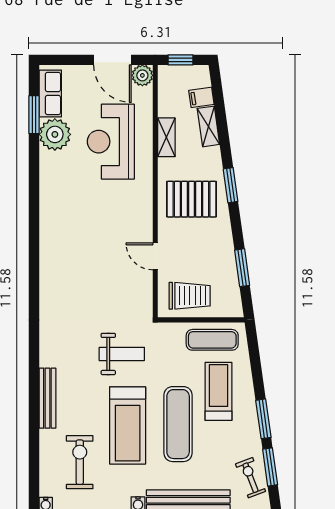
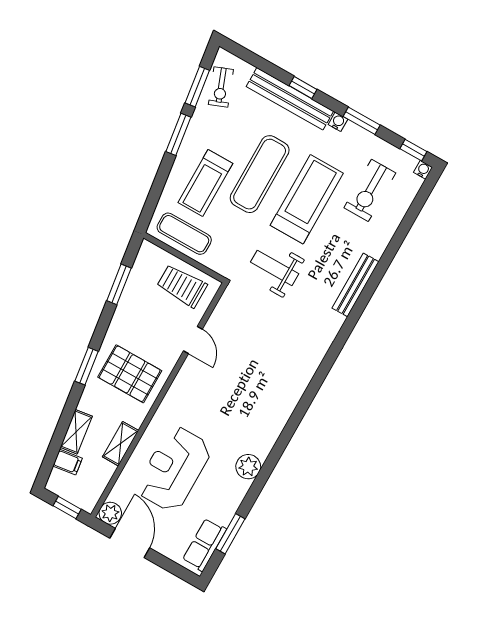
plant: (55, 134) -> (248, 467), moved, width x0.73, depth x0.73
reception desk: (111, 142) -> (174, 469), turned 180
bench: (47, 398) -> (355, 285), moved

